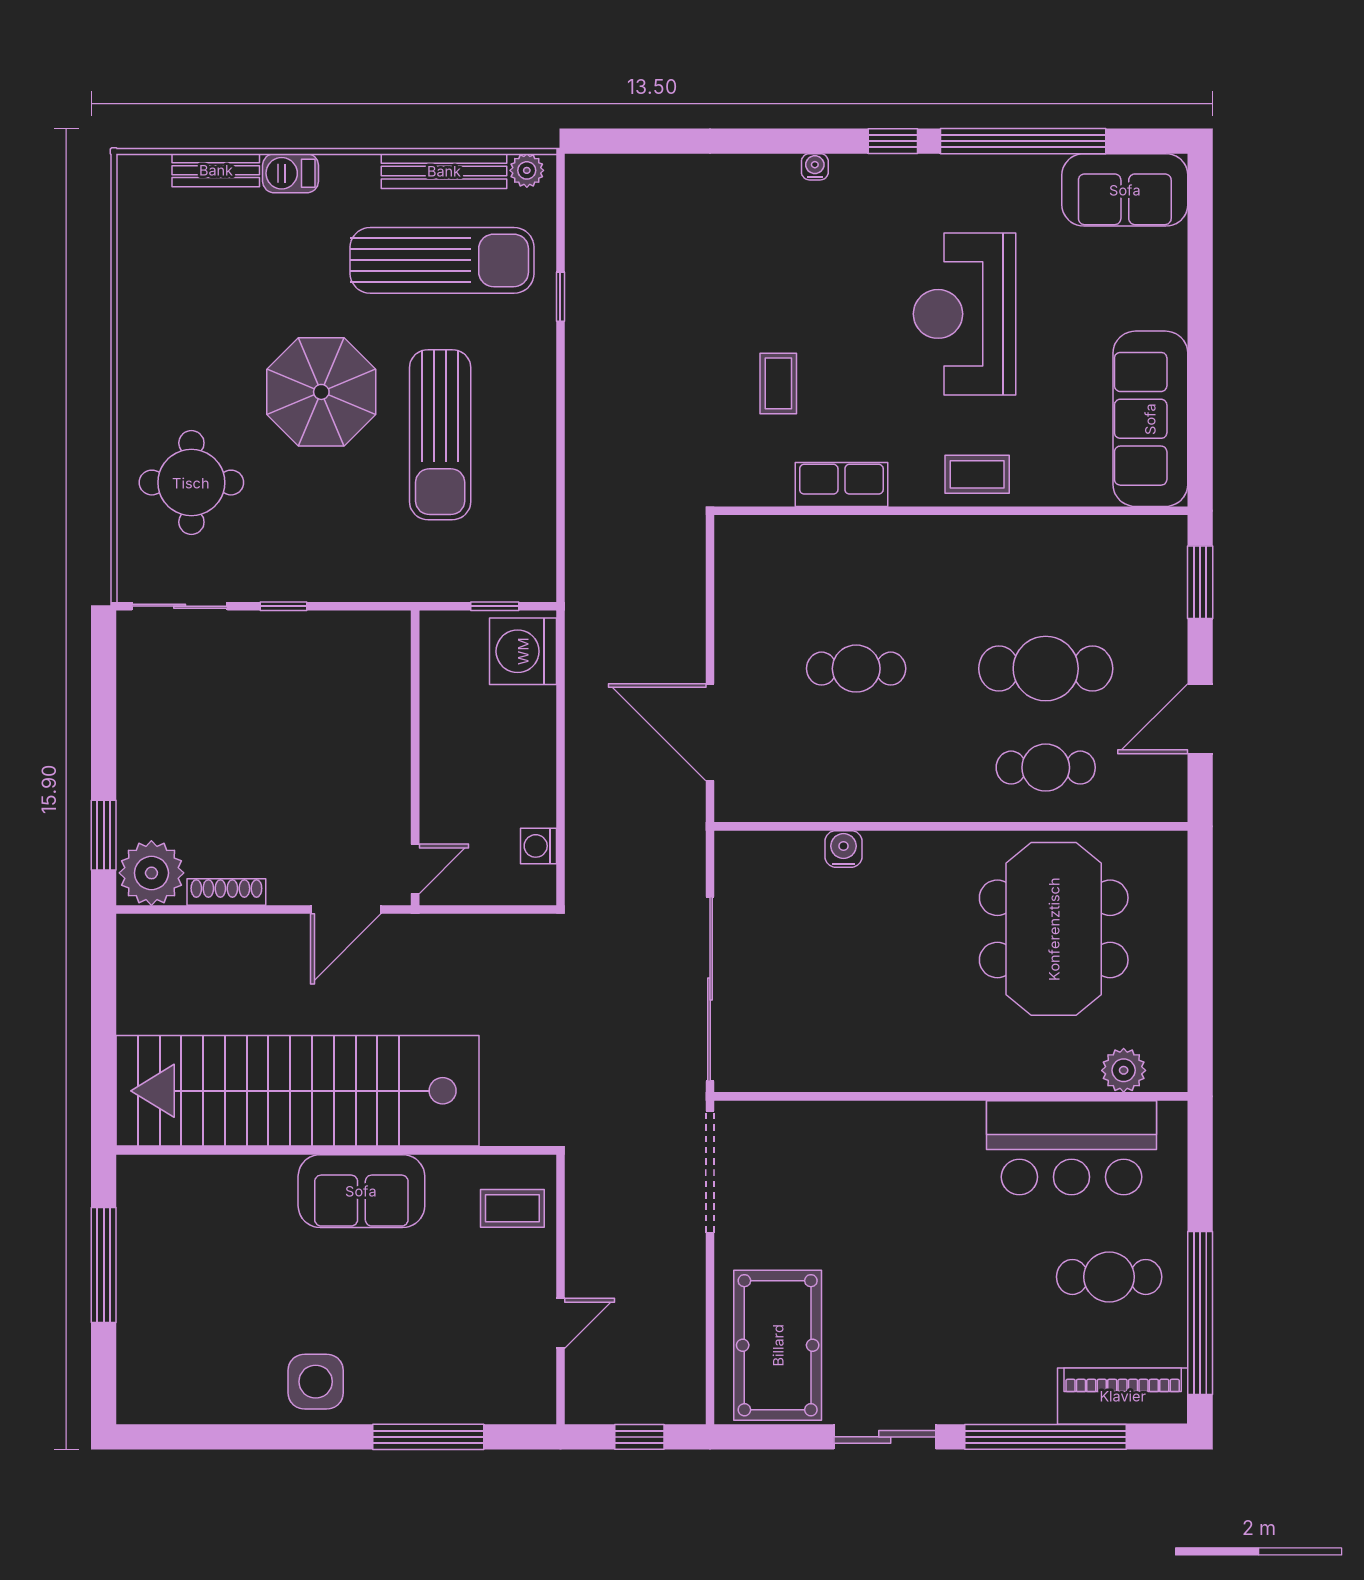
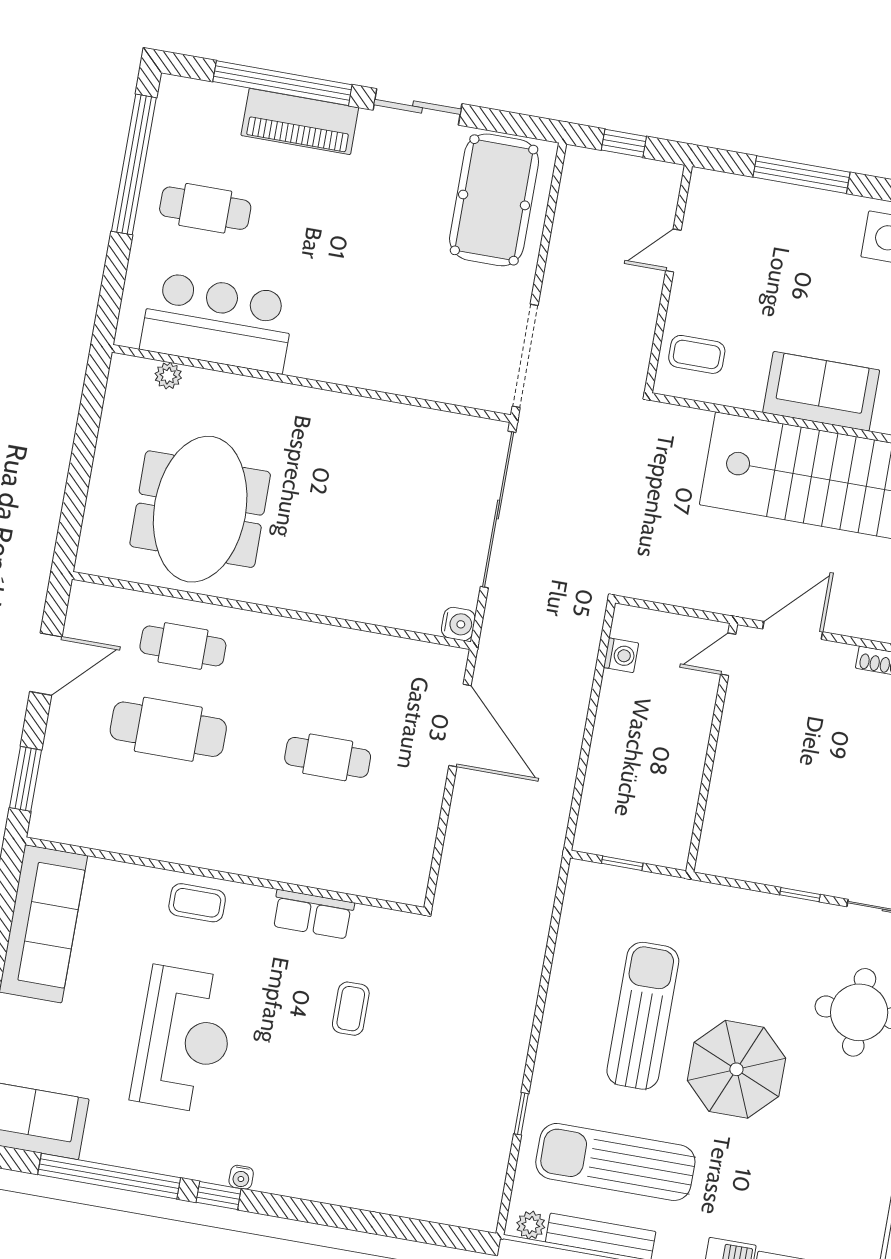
water cooler: (815, 167) -> (241, 1177), moved
washing machine: (523, 651) -> (605, 821), removed
water cooler: (843, 849) -> (458, 624), moved, turned -90
plant: (1124, 1070) -> (168, 376), width x0.73, depth x0.73
piano: (1123, 1396) -> (300, 121), moved

